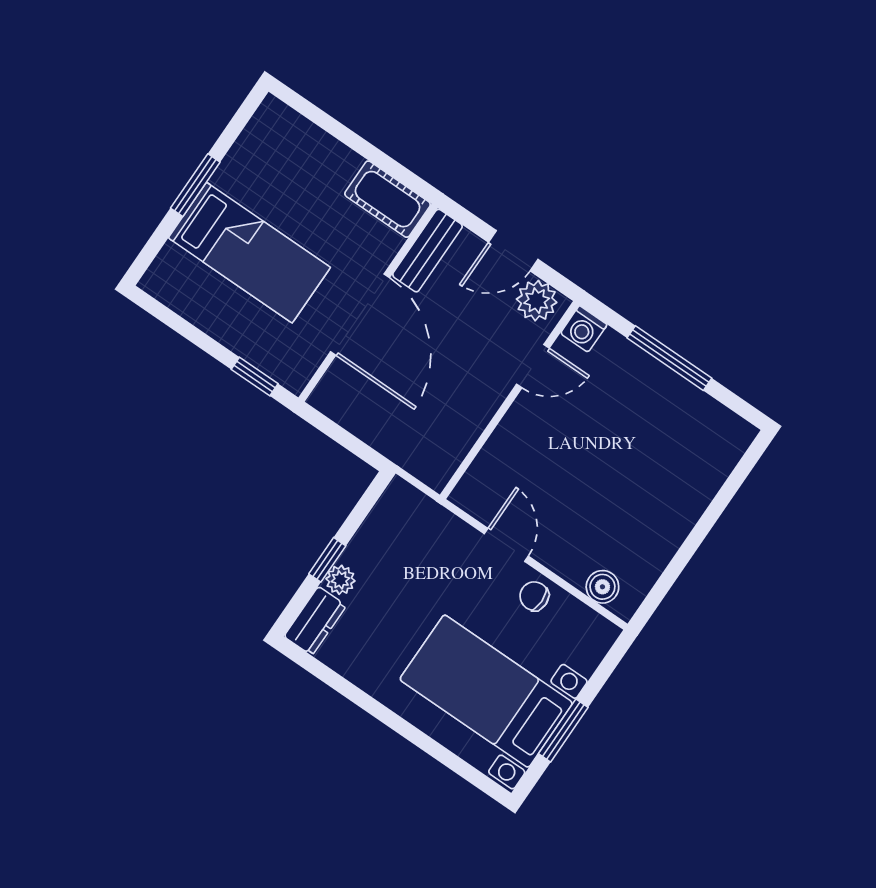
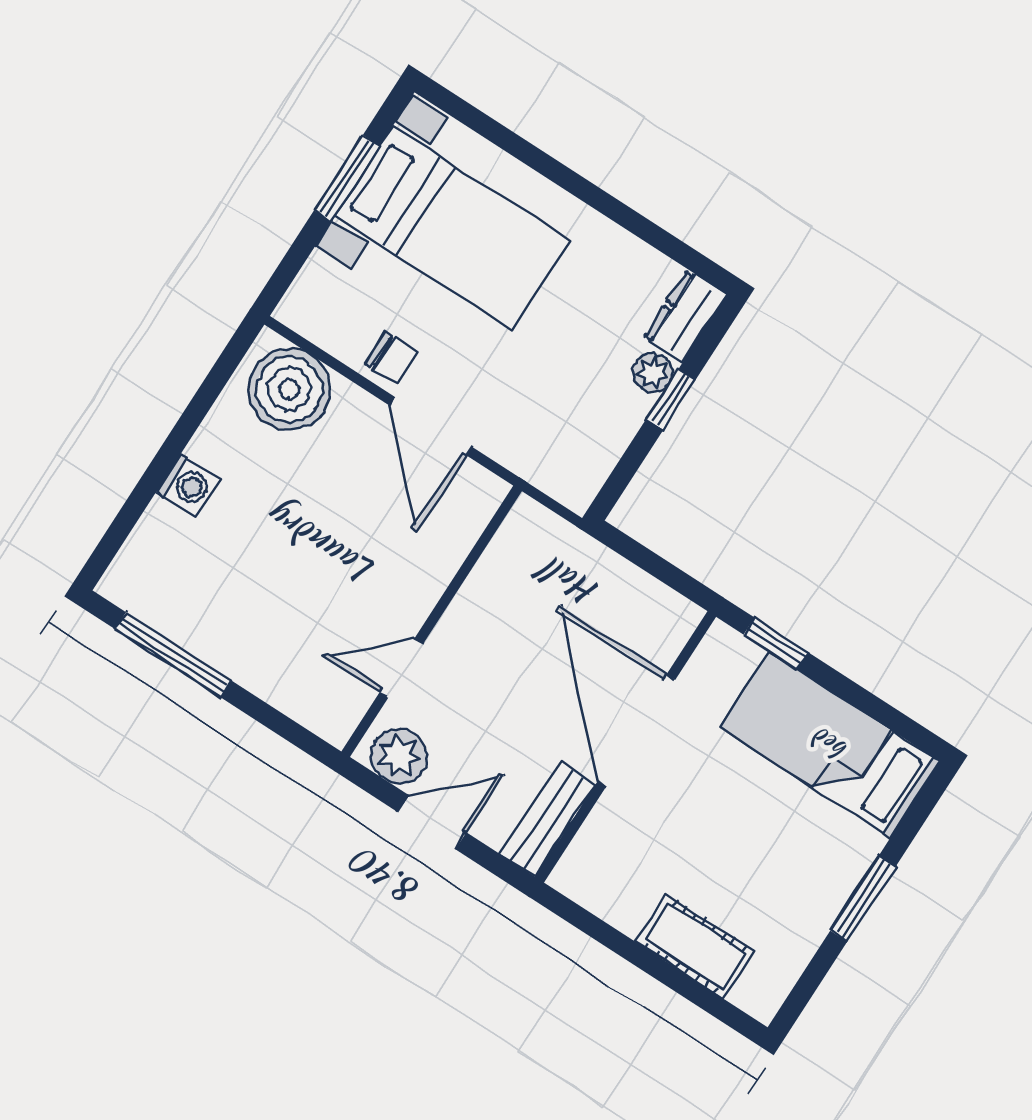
cot: (388, 199) -> (695, 947), moved
bed: (249, 253) -> (830, 745), moved
washing machine: (584, 329) -> (188, 485), moved, turned 90
window: (669, 358) -> (173, 655), moved
door: (506, 545) -> (431, 426), width x1.38
boiler: (602, 587) -> (289, 389), width x1.86, depth x1.86

